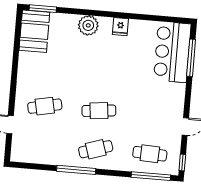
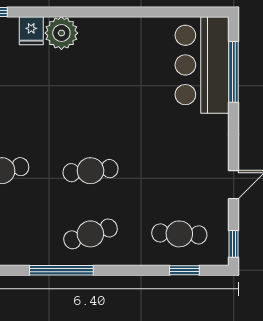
fridge: (120, 27) -> (31, 31), moved
window: (151, 176) -> (184, 270), width x0.46

